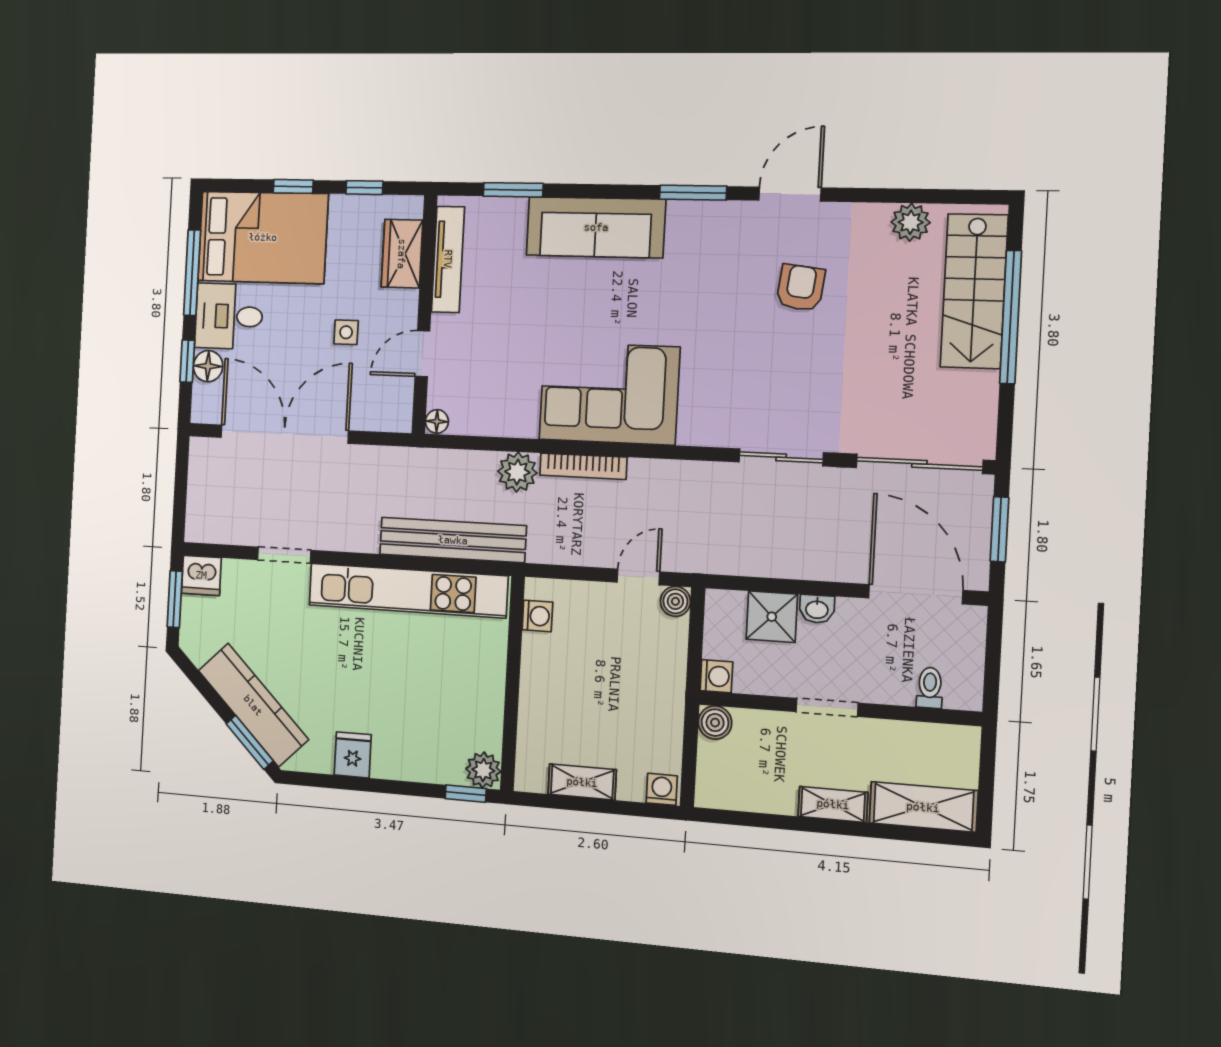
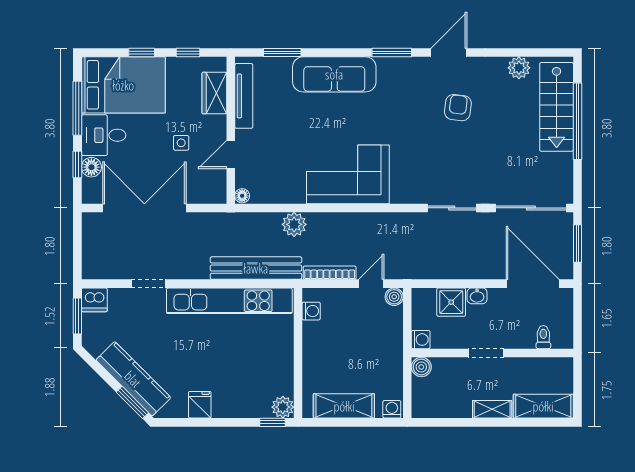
bookcase: (583, 466) -> (330, 273), moved, turned 180
shelving: (582, 782) -> (344, 406), width x1.50, depth x1.33

